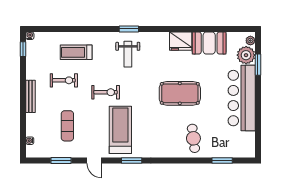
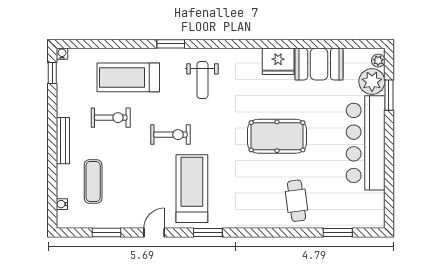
window: (129, 29) -> (171, 44), moved
treadmill: (76, 52) -> (128, 77), width x1.37, depth x1.38
exercise mat: (67, 126) -> (93, 182), moved
door: (94, 160) -> (154, 232), swing flipped

